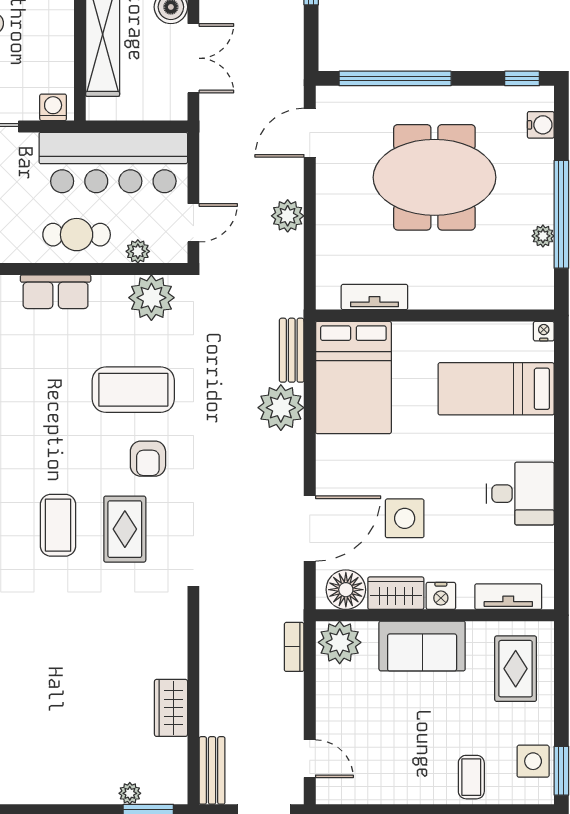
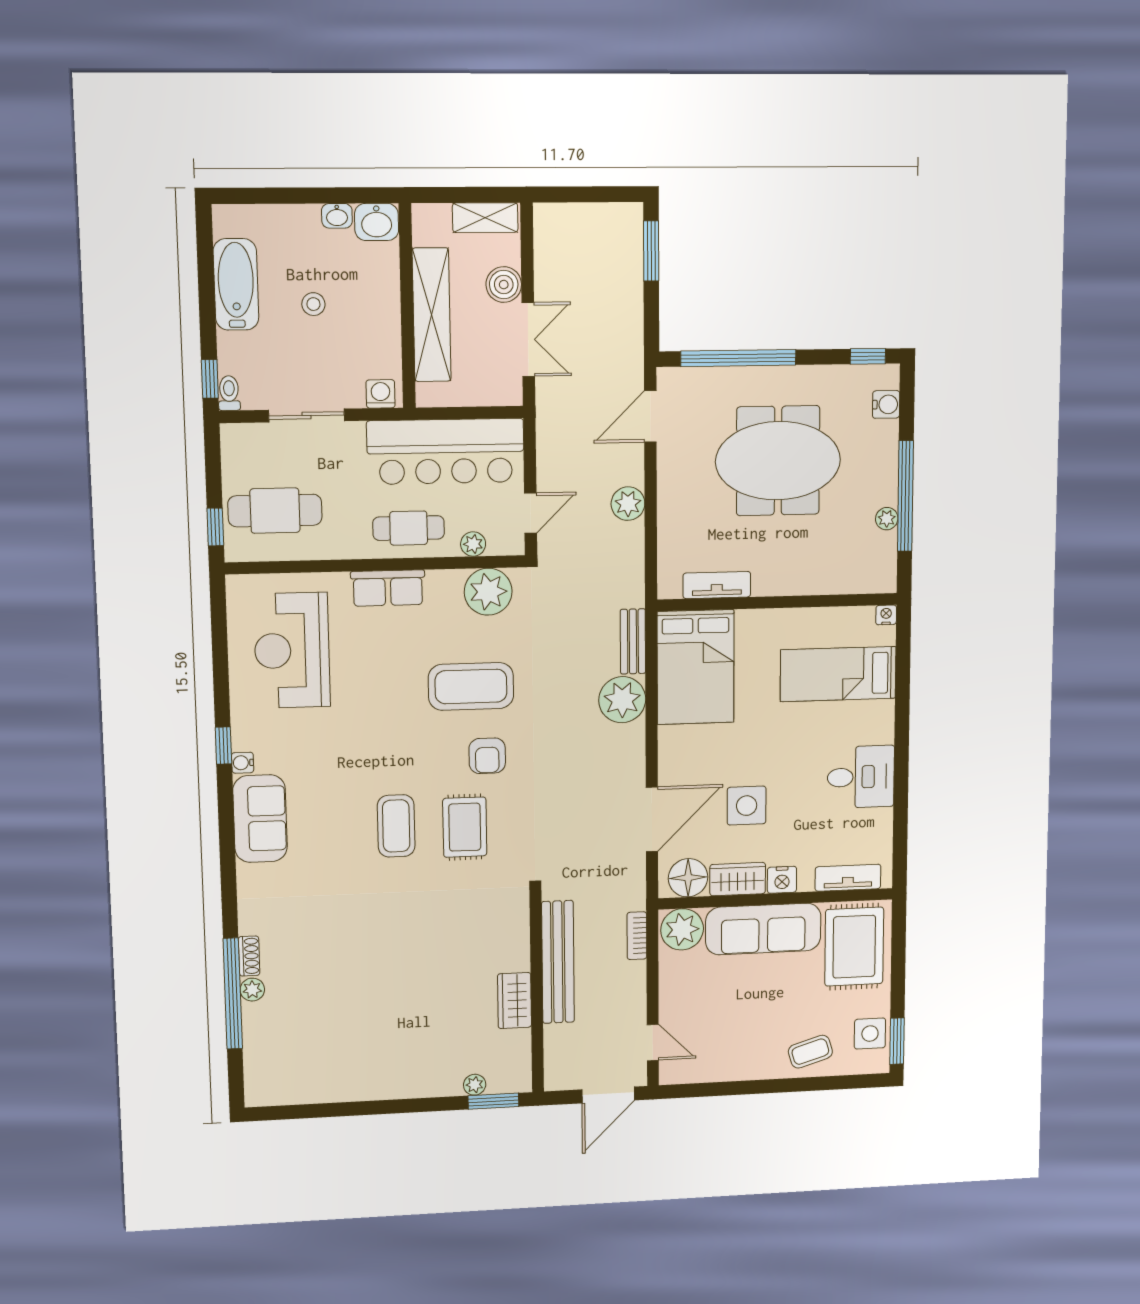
sofa: (422, 646) -> (763, 929), width x1.36
rug: (516, 669) -> (854, 947), width x1.36, depth x1.43
bench: (212, 770) -> (558, 962), moved, width x1.86, depth x1.21
coffee table: (471, 777) -> (810, 1052), turned 73

